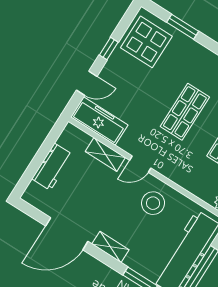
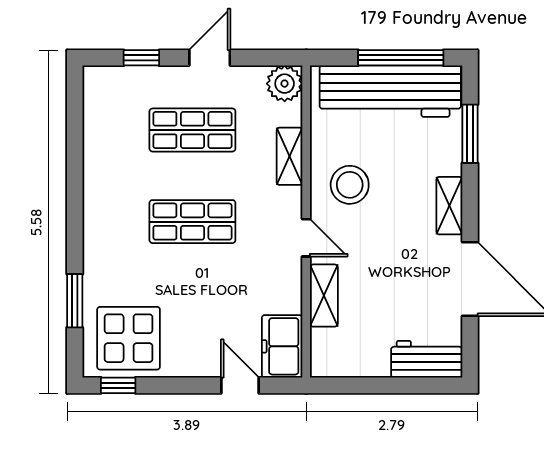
window: (109, 49) -> (118, 385), moved
freezer: (99, 121) -> (282, 346), width x0.71
workbench: (52, 167) -> (427, 359), moved
shelving: (187, 182) -> (290, 156), added

